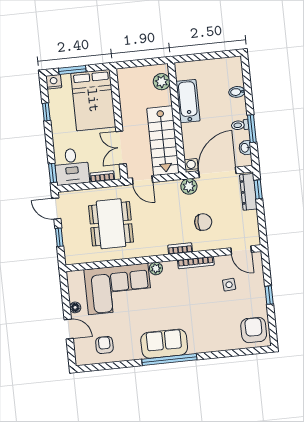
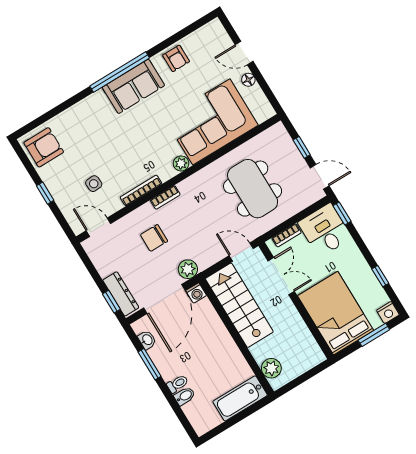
bathtub: (188, 101) -> (240, 398), moved, turned 90
toilet: (240, 125) -> (178, 384), moved
armchair: (254, 330) -> (44, 147), turned -90
armchair: (104, 345) -> (176, 58), moved

